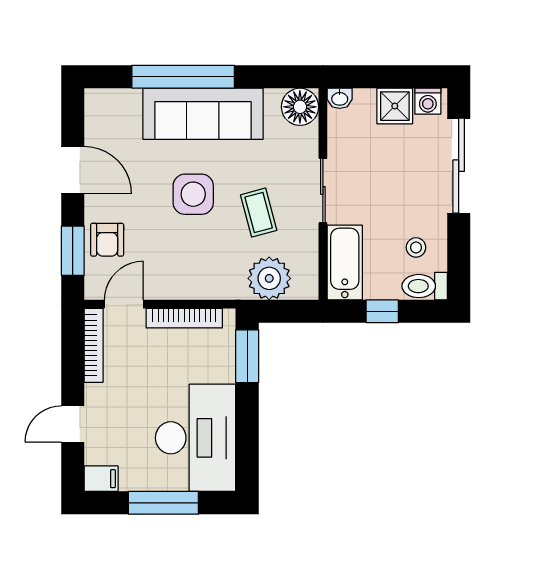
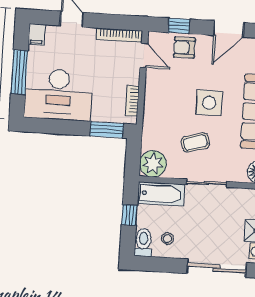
window: (73, 251) -> (179, 26), width x0.67
plant: (269, 278) -> (153, 164), moved
bookcase: (184, 318) -> (132, 101), width x0.64

